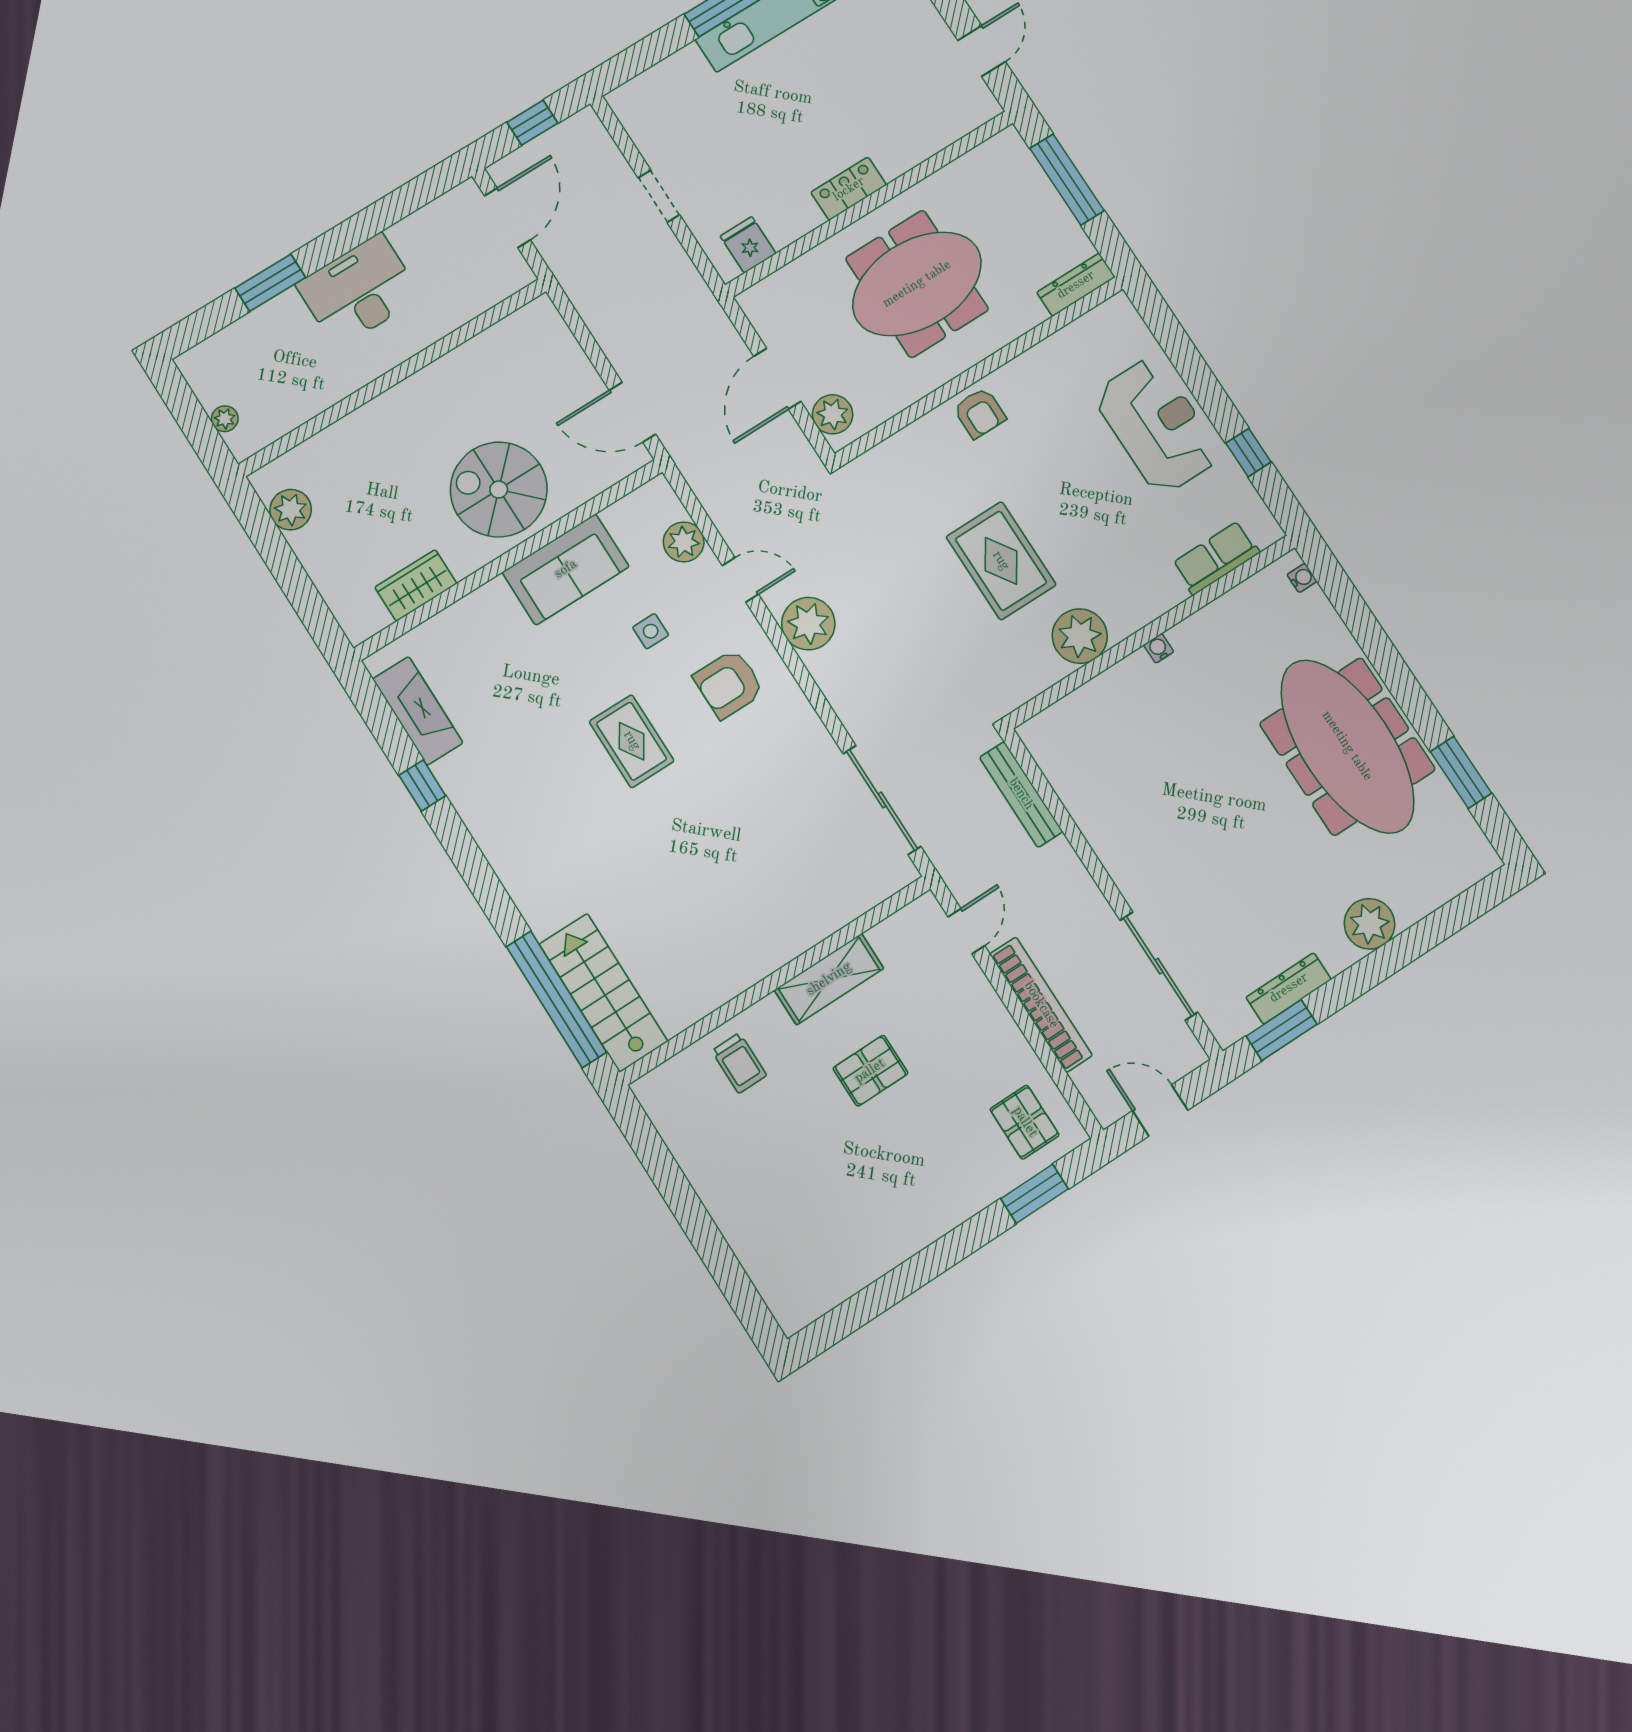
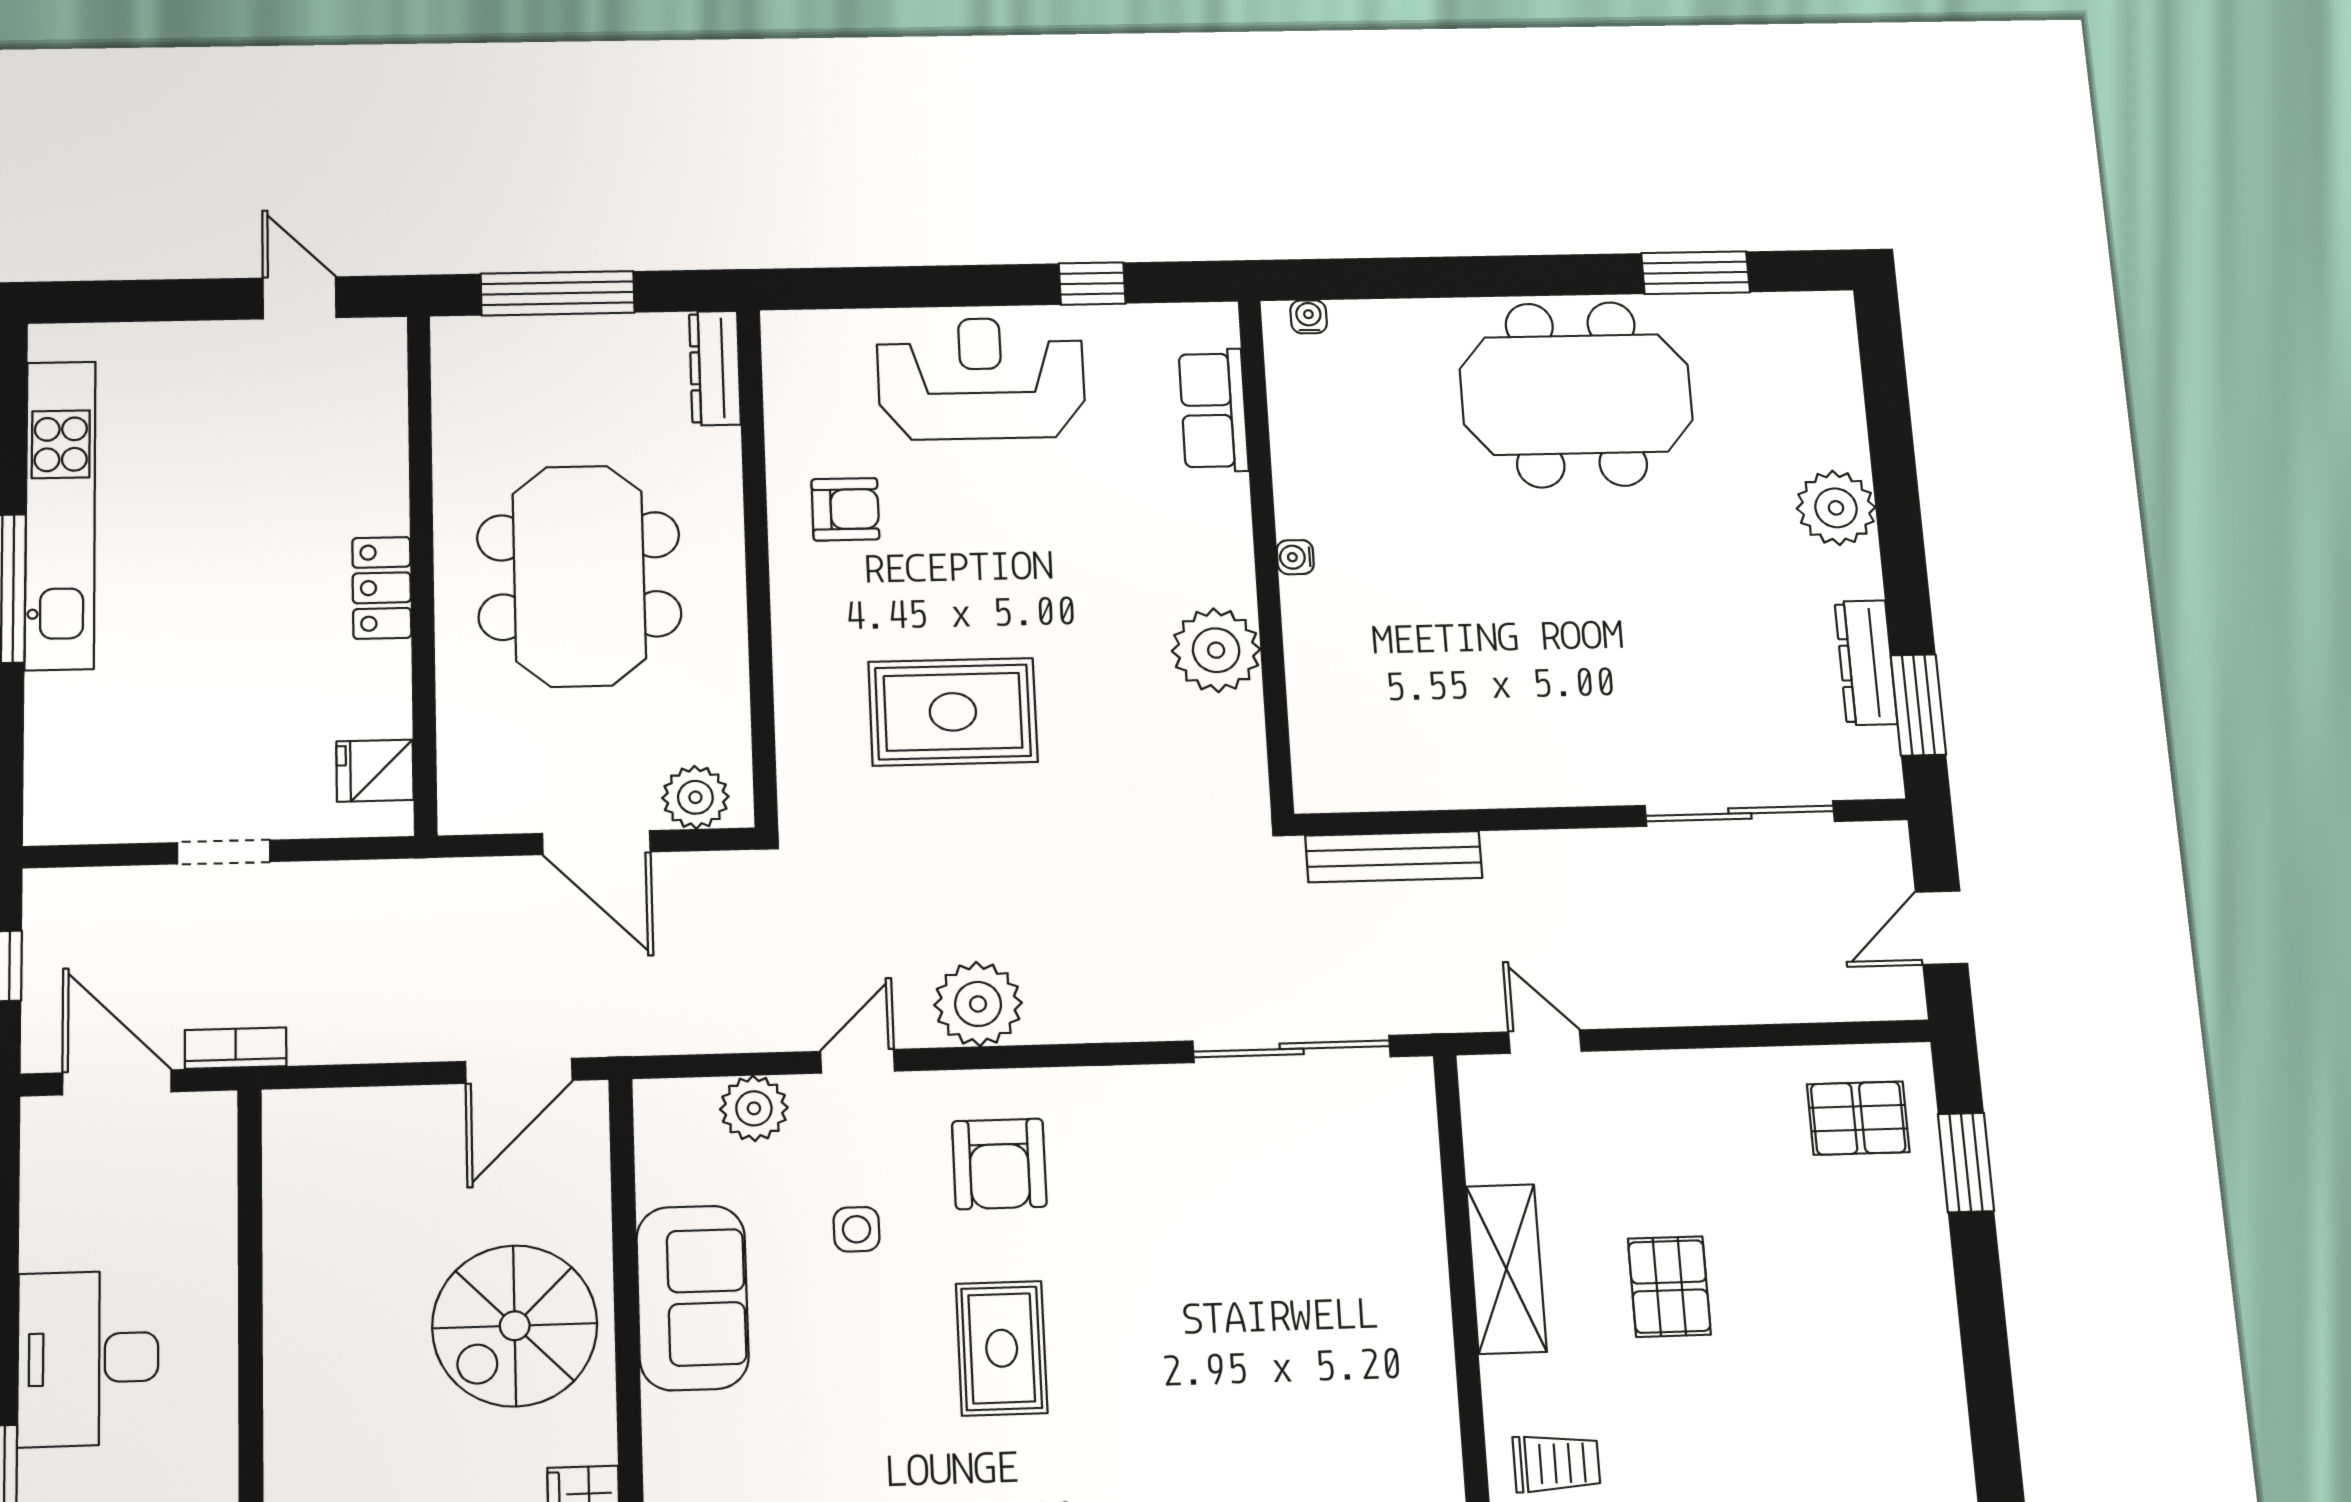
armchair: (980, 413) -> (845, 509), moved
rug: (1001, 561) -> (953, 712), moved
rug: (632, 741) -> (1002, 1348), turned 90
meeting table: (1347, 746) -> (1576, 394), width x0.73
bookcase: (1041, 1005) -> (236, 1048), moved, width x0.43, depth x0.76

